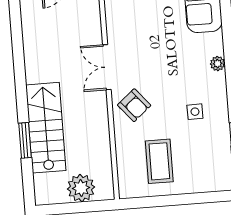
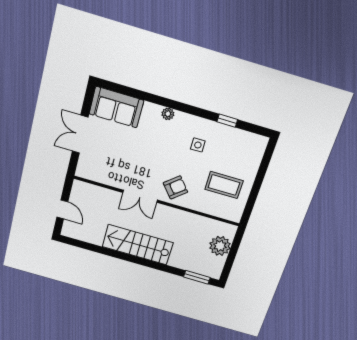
stairs: (46, 128) -> (138, 245), moved
window: (25, 140) -> (197, 277), moved

